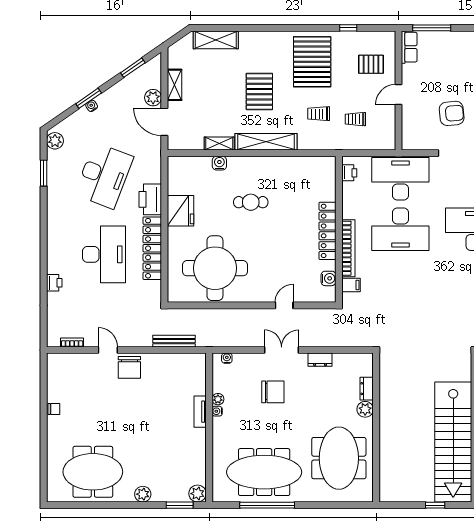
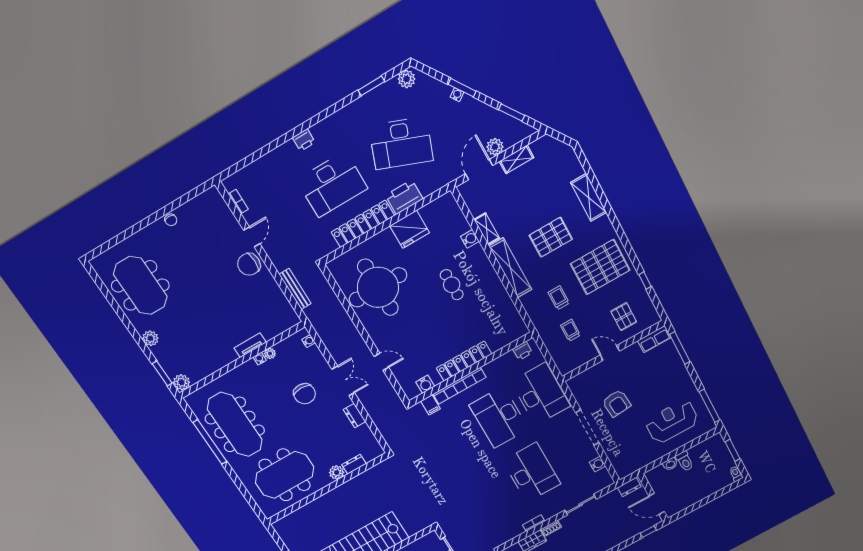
shelving: (216, 40) -> (589, 197), moved
printer: (54, 283) -> (304, 140), moved

